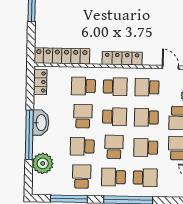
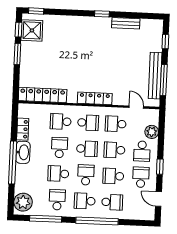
locker: (40, 82) -> (23, 129), moved
plant: (43, 163) -> (23, 202), moved

